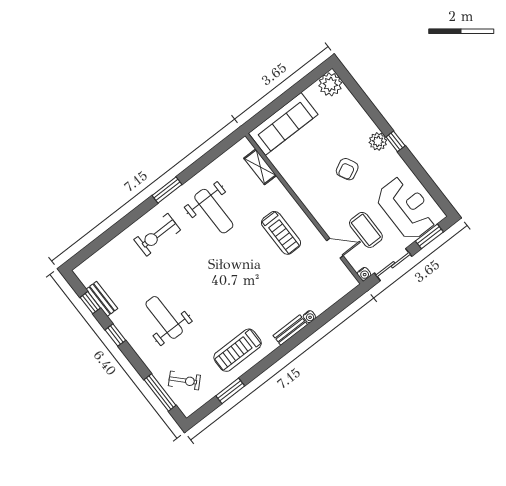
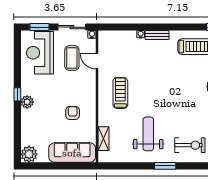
armchair: (347, 169) -> (73, 113), moved, turned -63

